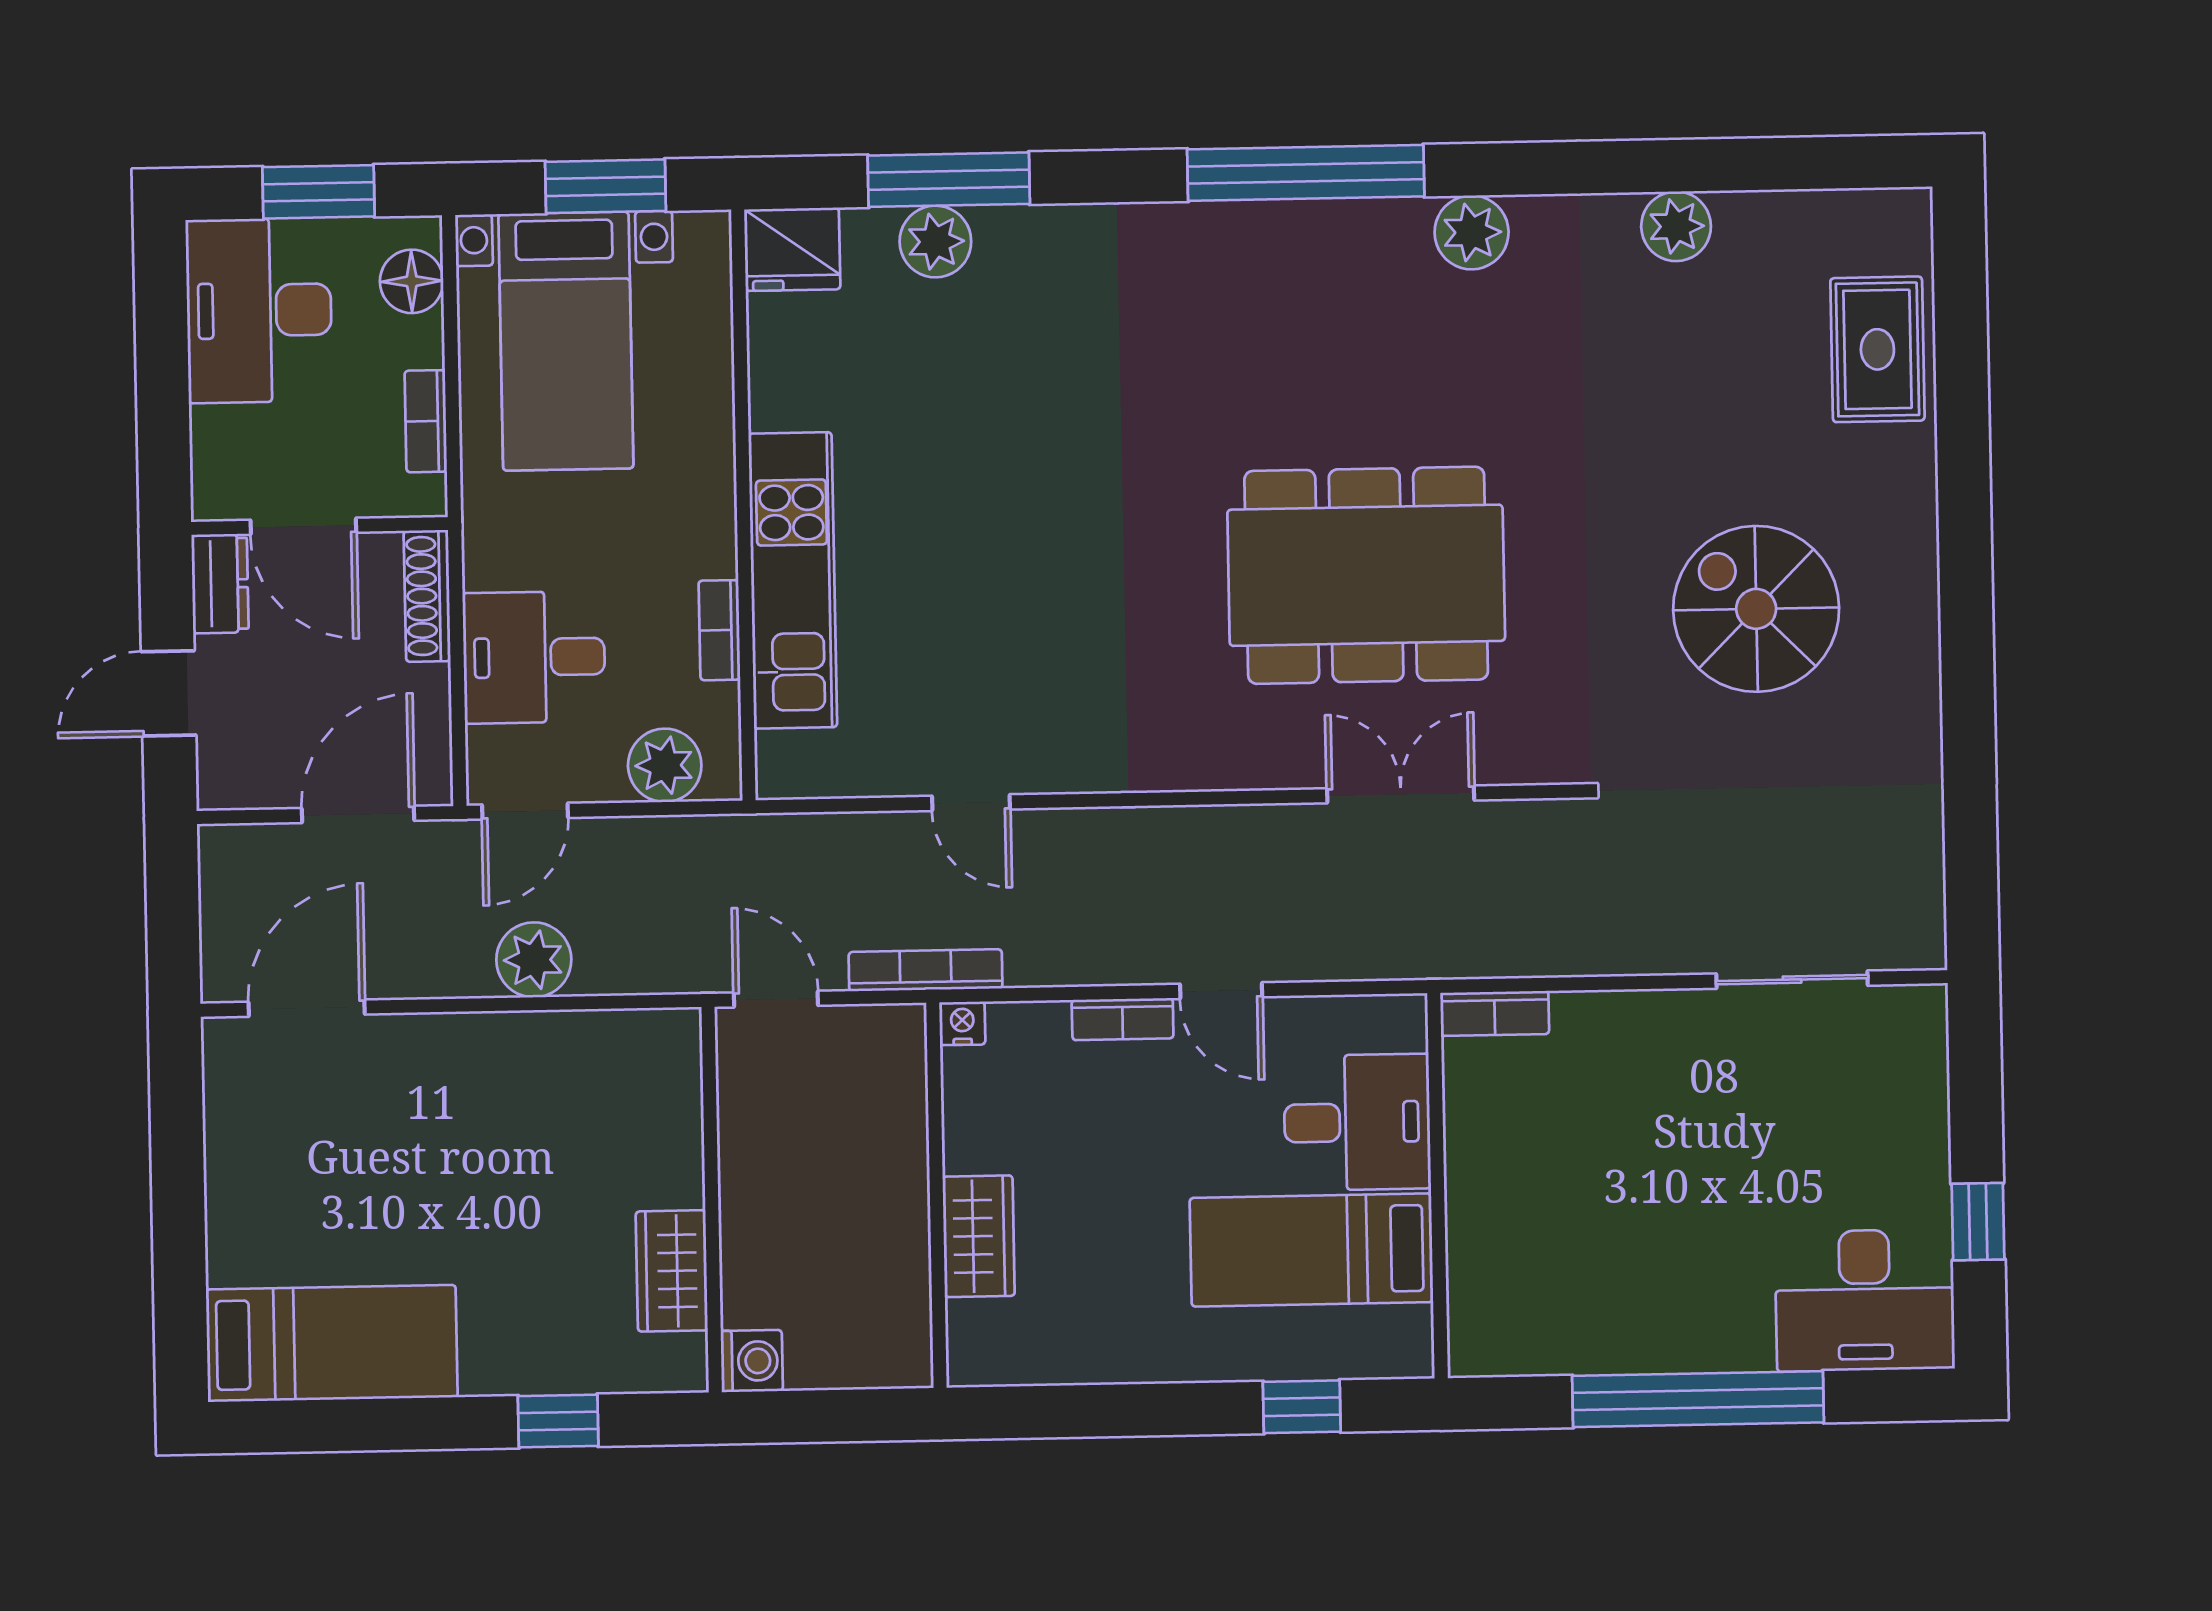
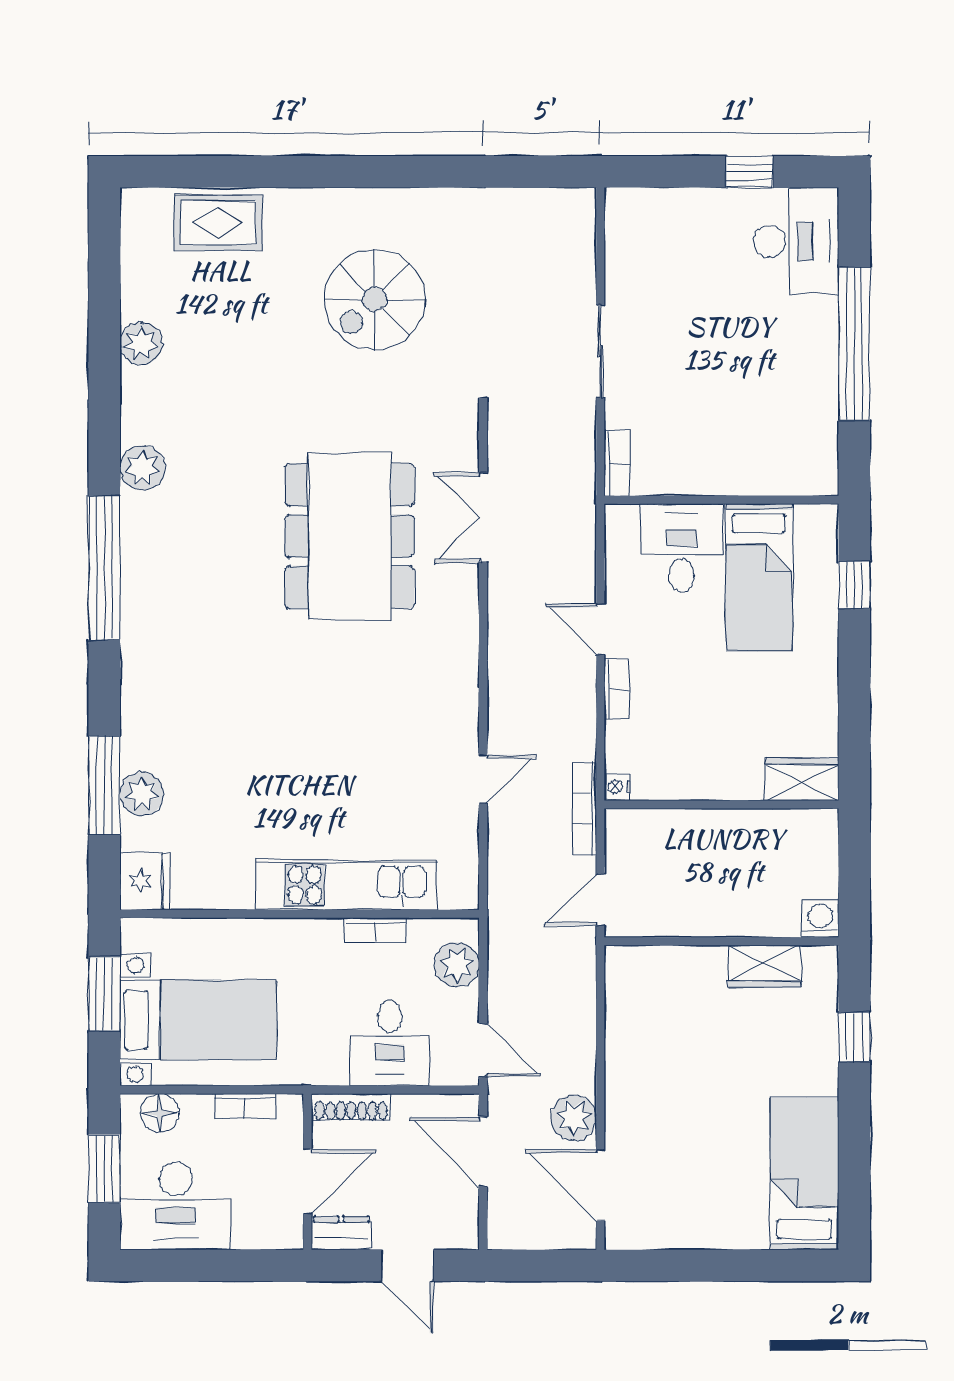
plant: (534, 960) -> (574, 1118), moved
sliding door: (1792, 980) -> (600, 351), moved
door: (1221, 991) -> (600, 629), swing flipped
wardrobe: (979, 1236) -> (802, 779), moved

